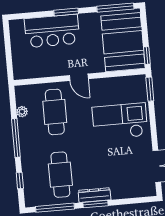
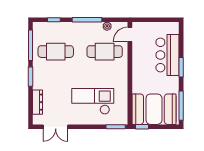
door: (79, 77) -> (130, 34), moved
checkout: (120, 121) -> (93, 101), turned -90
dresser: (94, 195) -> (37, 102), moved

